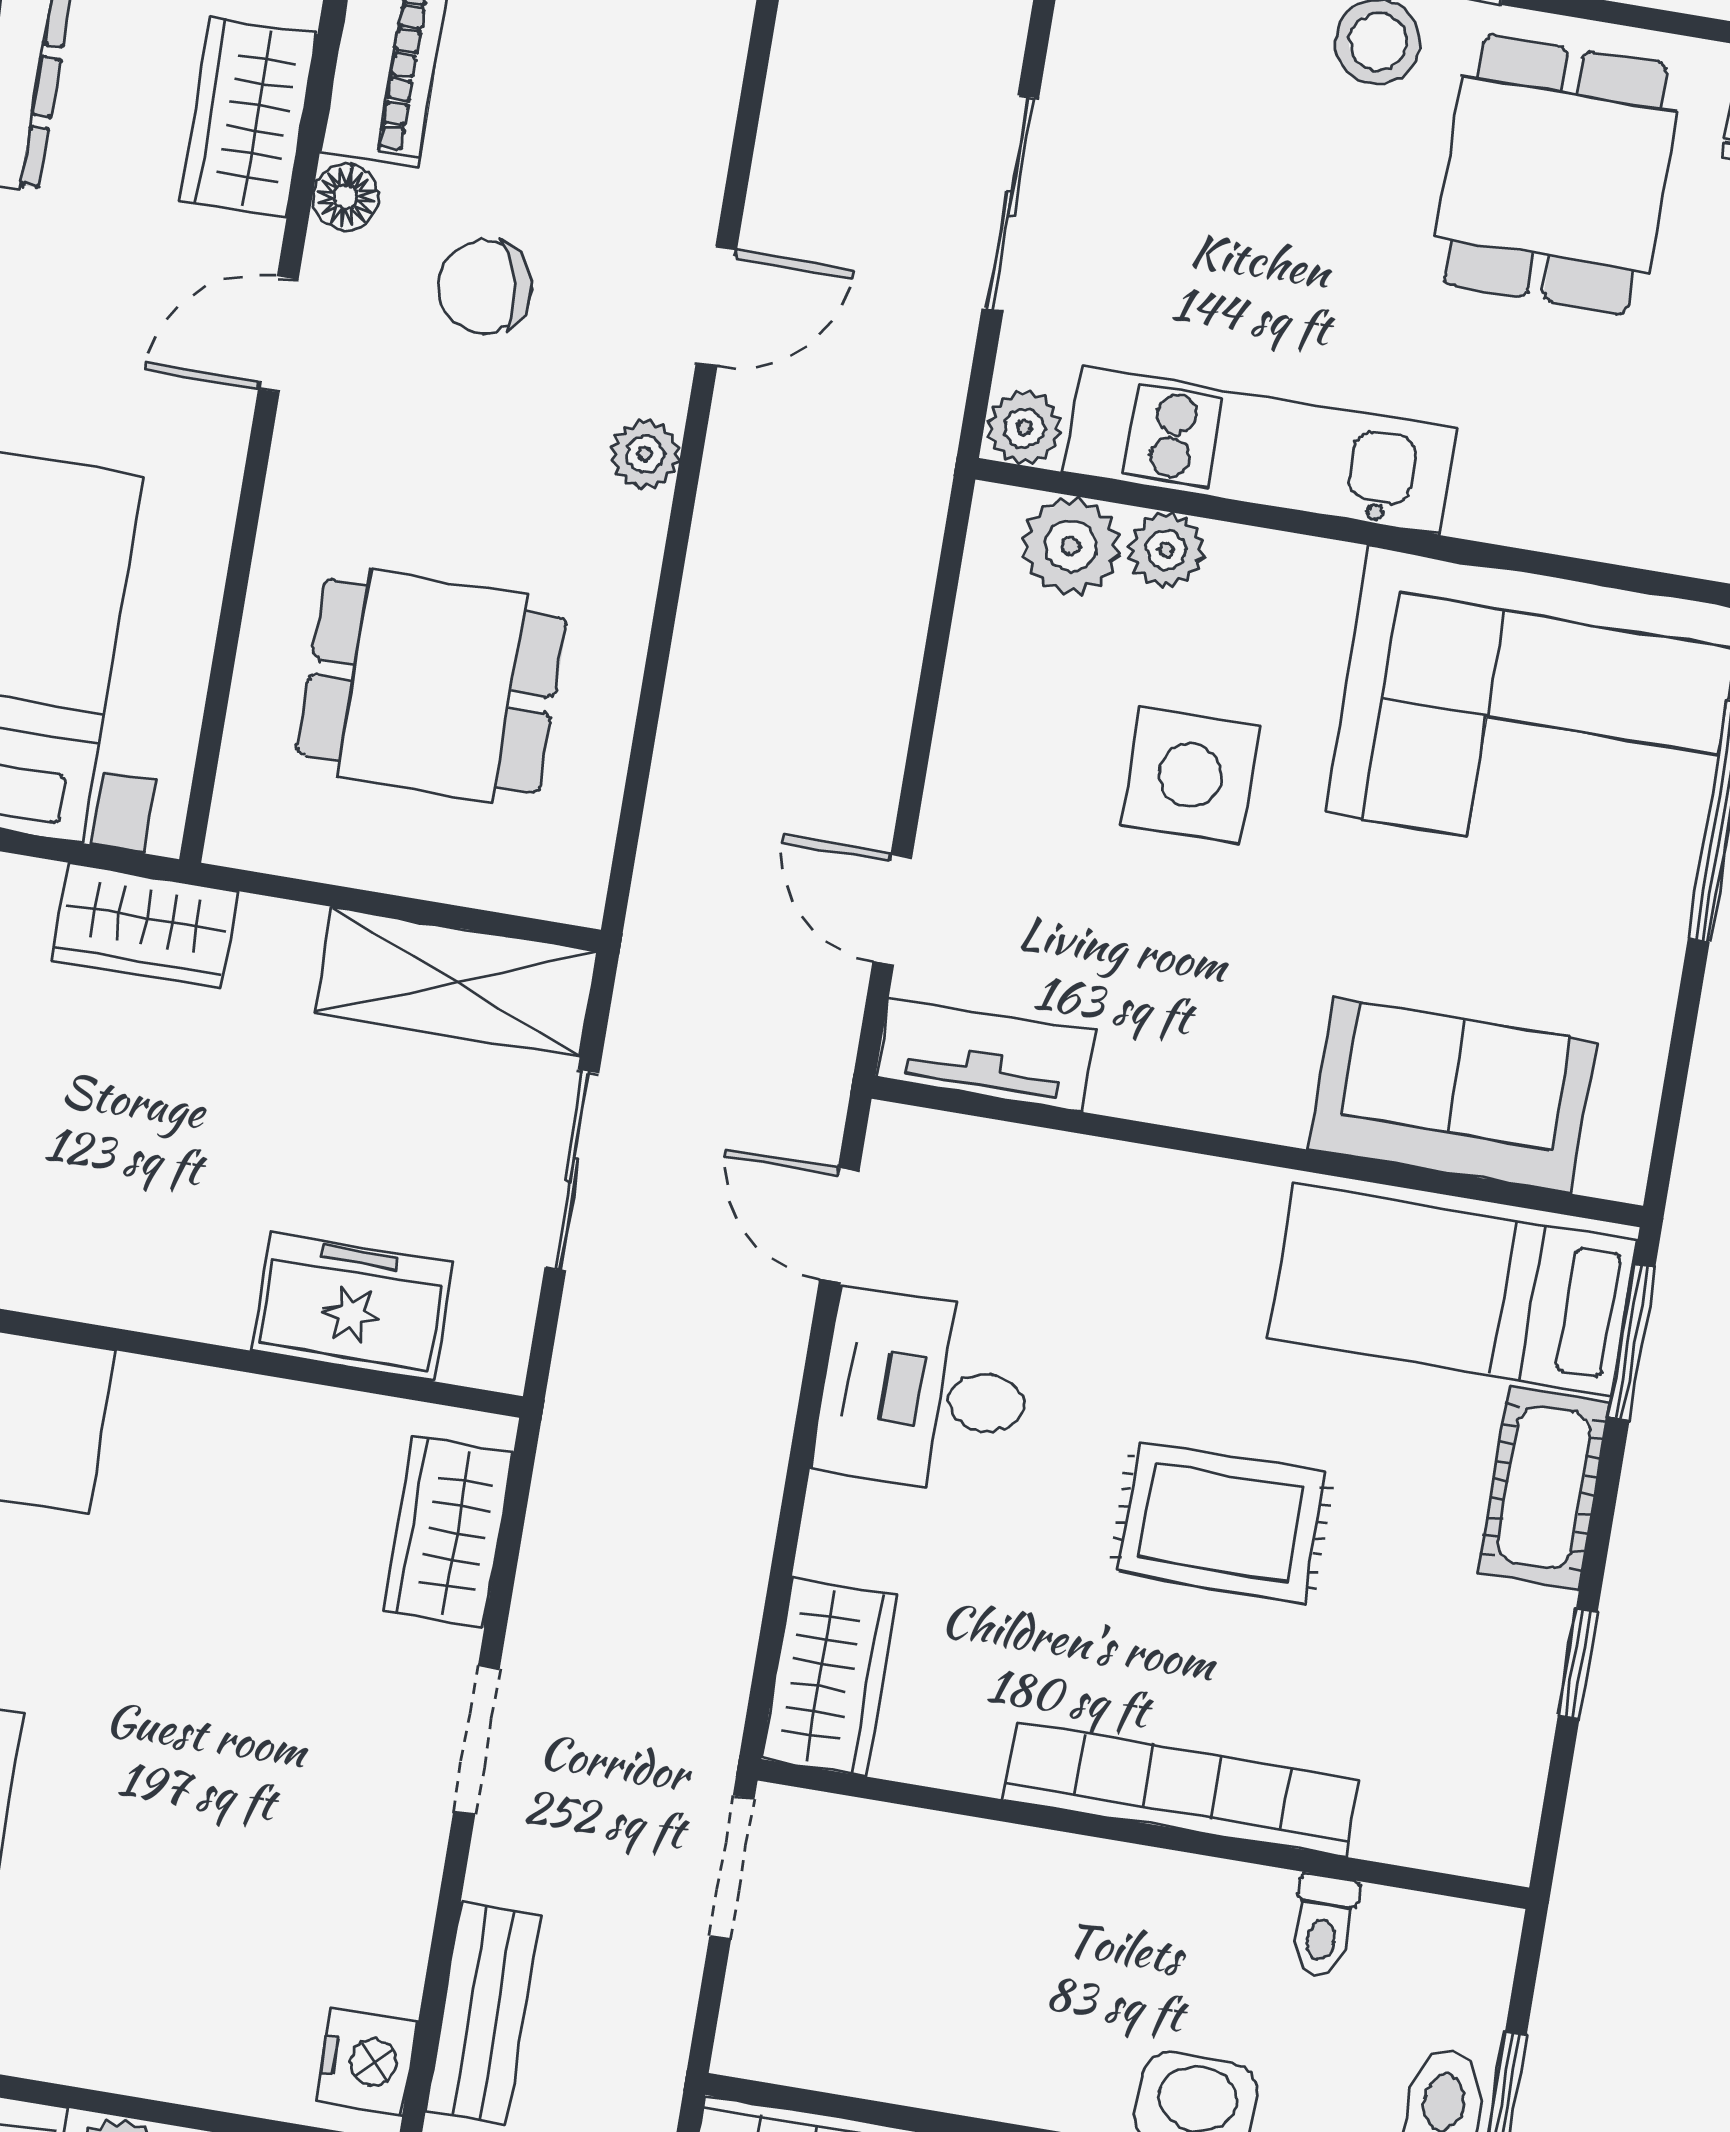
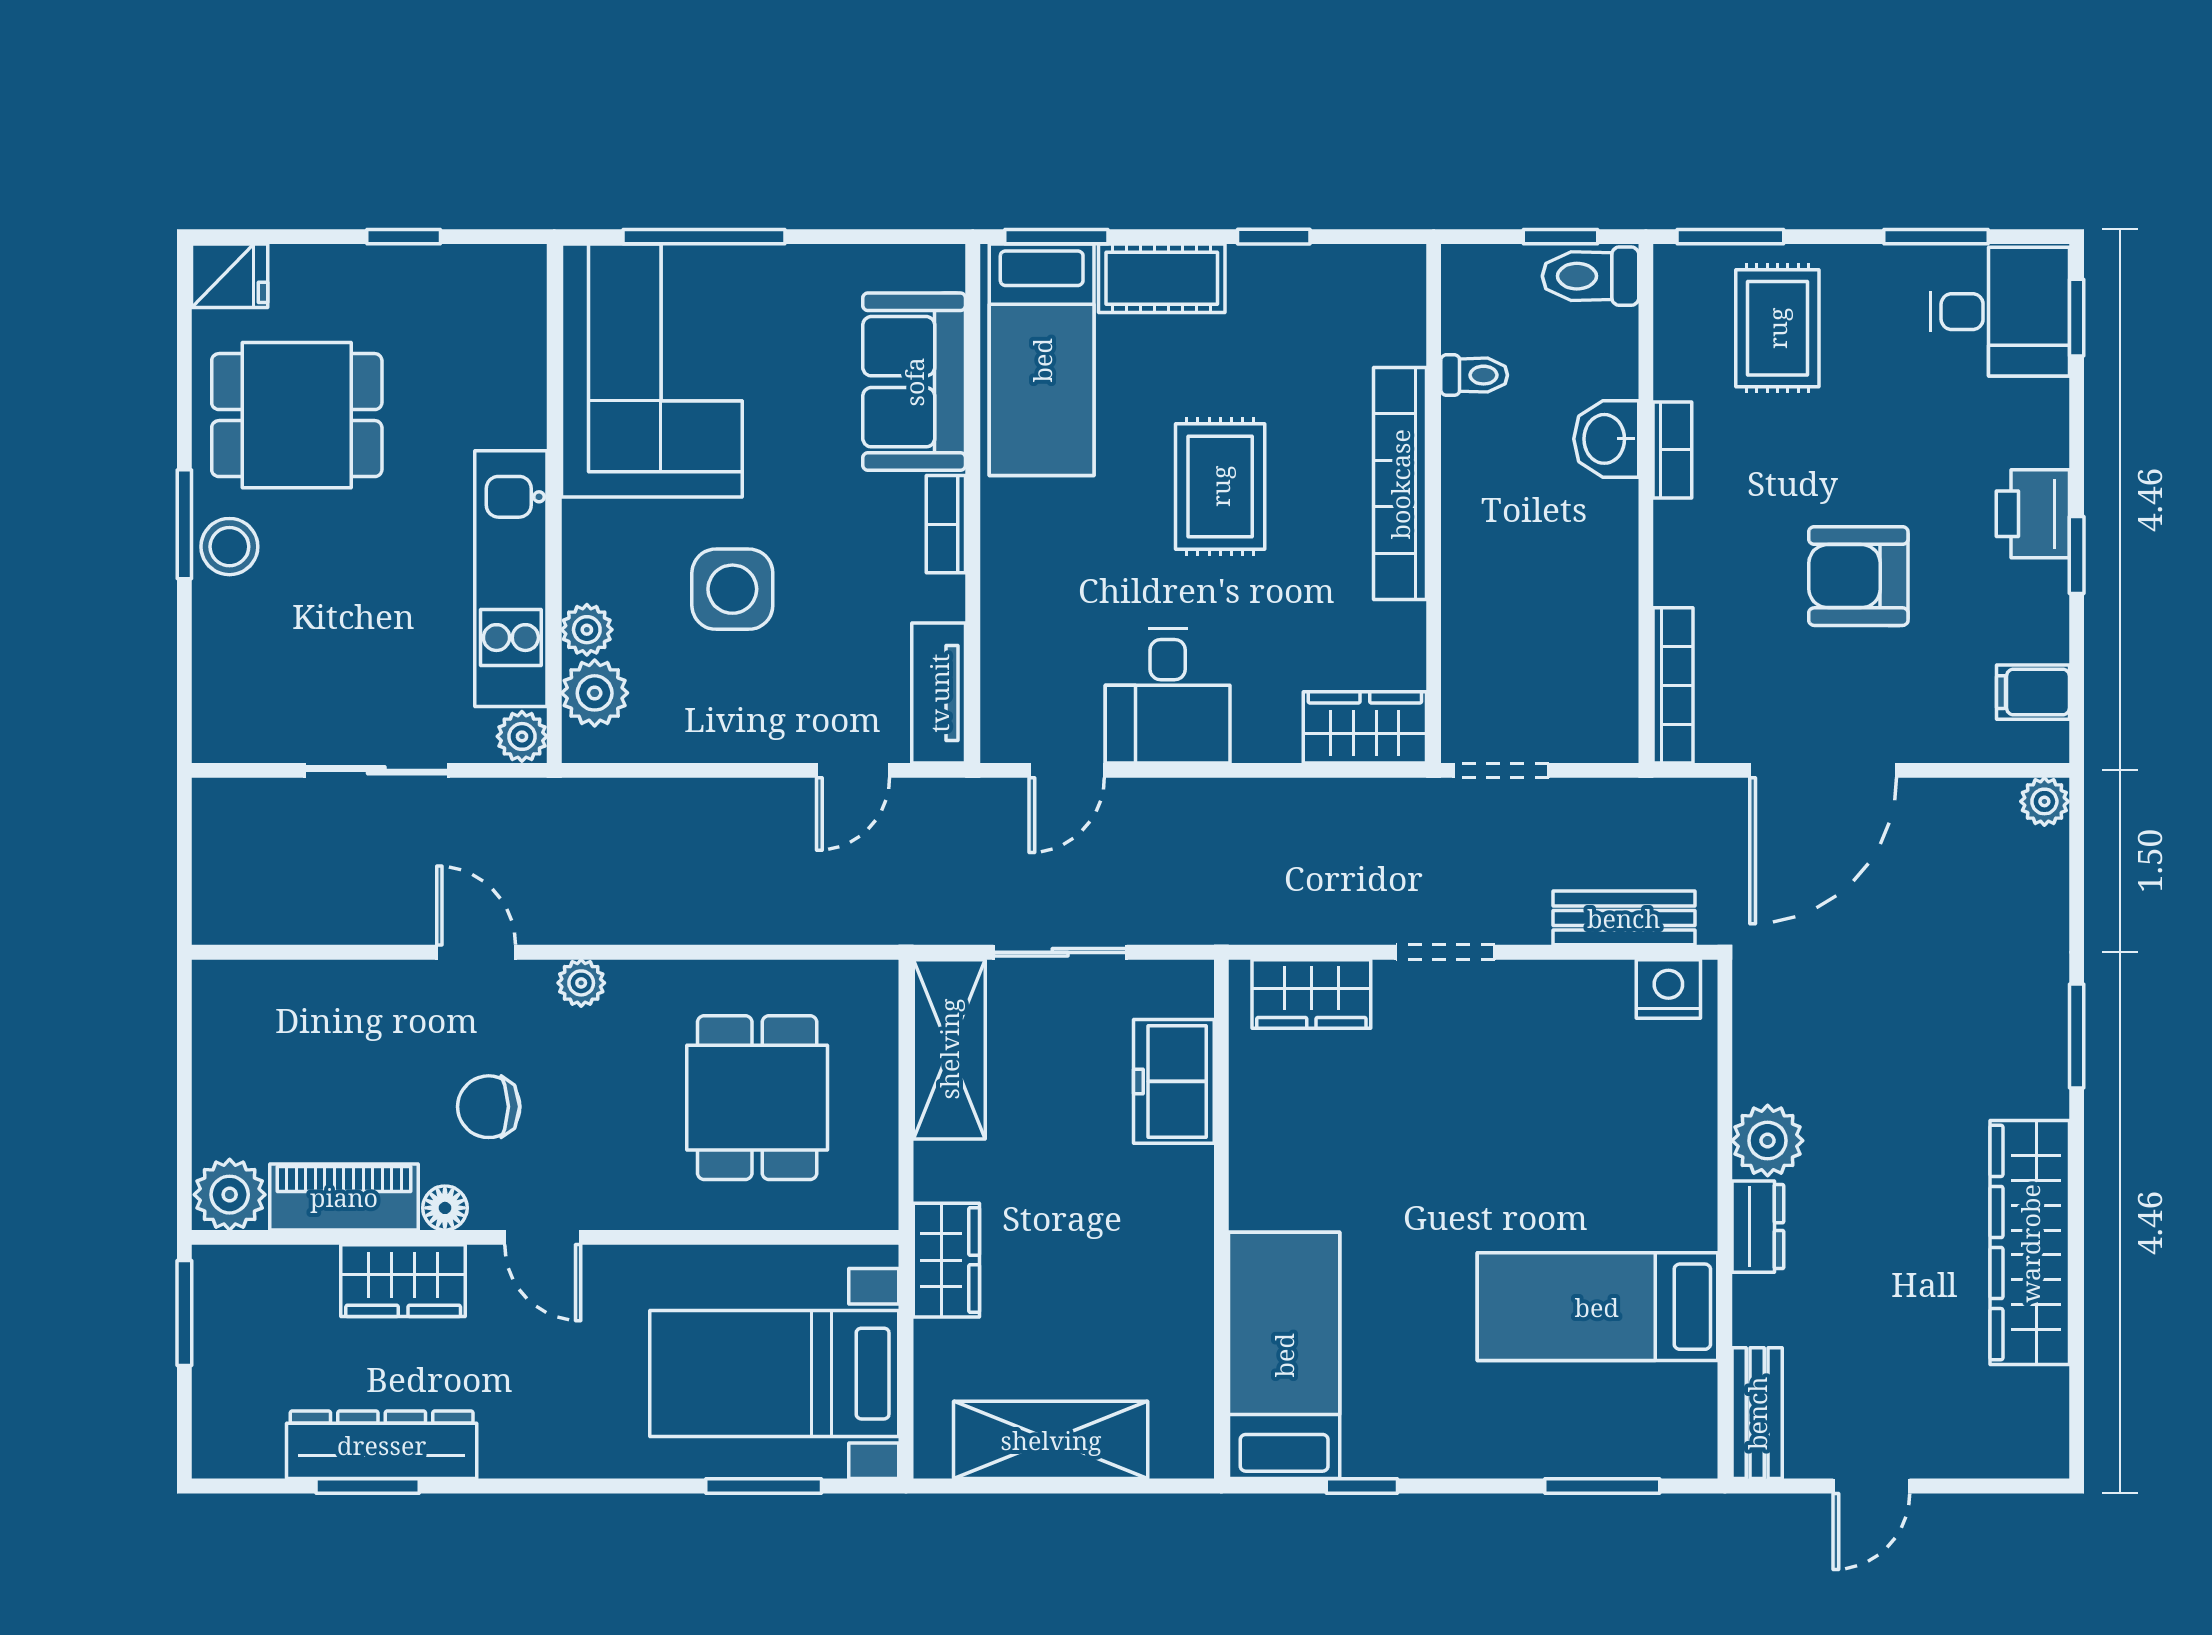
chair: (485, 287) -> (489, 1107), turned 104
bookcase: (1234, 1107) -> (946, 524), added

